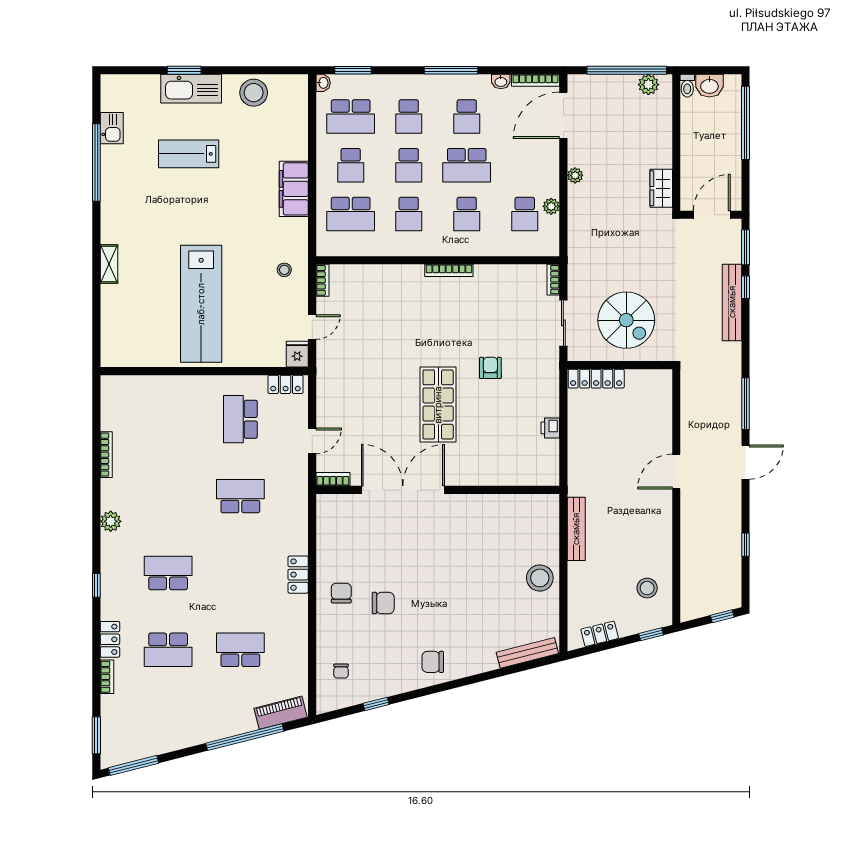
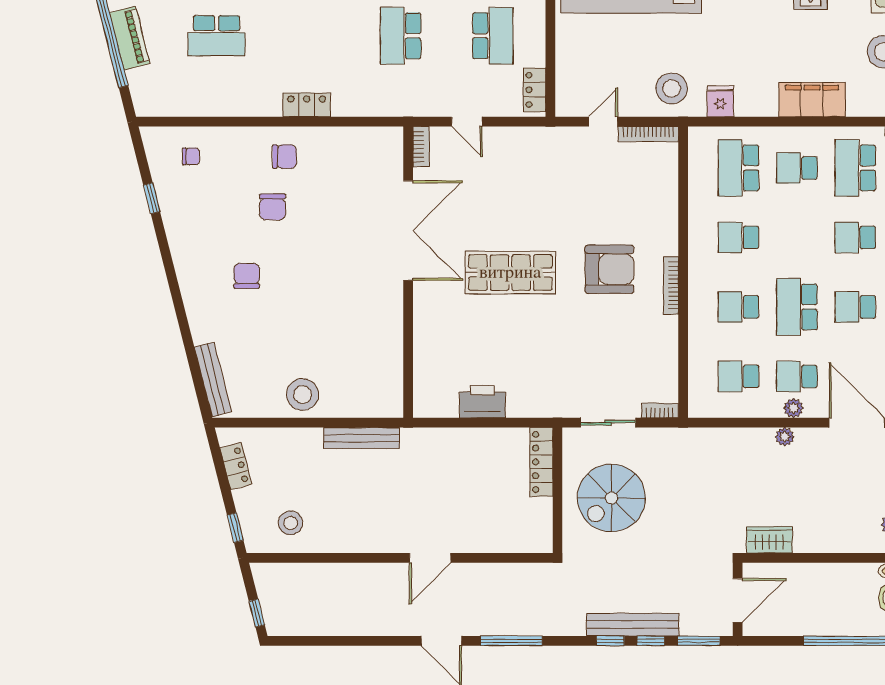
school desk: (409, 165) -> (797, 376), moved
filing cabinet: (294, 189) -> (812, 100), moved
plant: (551, 206) -> (793, 408), moved
door: (712, 215) -> (738, 600), hinge flipped
stool: (284, 270) -> (672, 88), width x1.89, depth x1.89
bookcase: (322, 280) -> (648, 134), width x1.56
door: (312, 327) -> (603, 122), swing flipped
fridge: (297, 354) -> (720, 101), moved, turned -90
armchair: (490, 368) -> (610, 269), moved, width x1.88, depth x1.88
school desk: (240, 419) -> (493, 36), turned 90
printer: (550, 428) -> (482, 402), width x1.87, depth x1.48
door: (676, 472) -> (430, 558), swing flipped
school desk: (240, 496) -> (401, 36), turned 180
window: (745, 545) -> (610, 641), moved
school desk: (240, 650) -> (217, 36), turned 90
chair: (433, 662) -> (247, 276), moved
chair: (341, 671) -> (191, 156), turned 180
piano: (281, 713) -> (130, 38), moved

